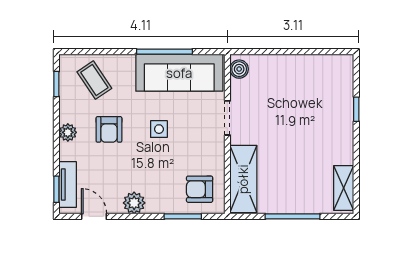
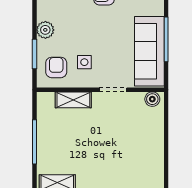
side table: (159, 129) -> (84, 62), moved
shelving: (243, 179) -> (73, 100), width x0.67, depth x0.75
plant: (134, 203) -> (45, 30), moved

